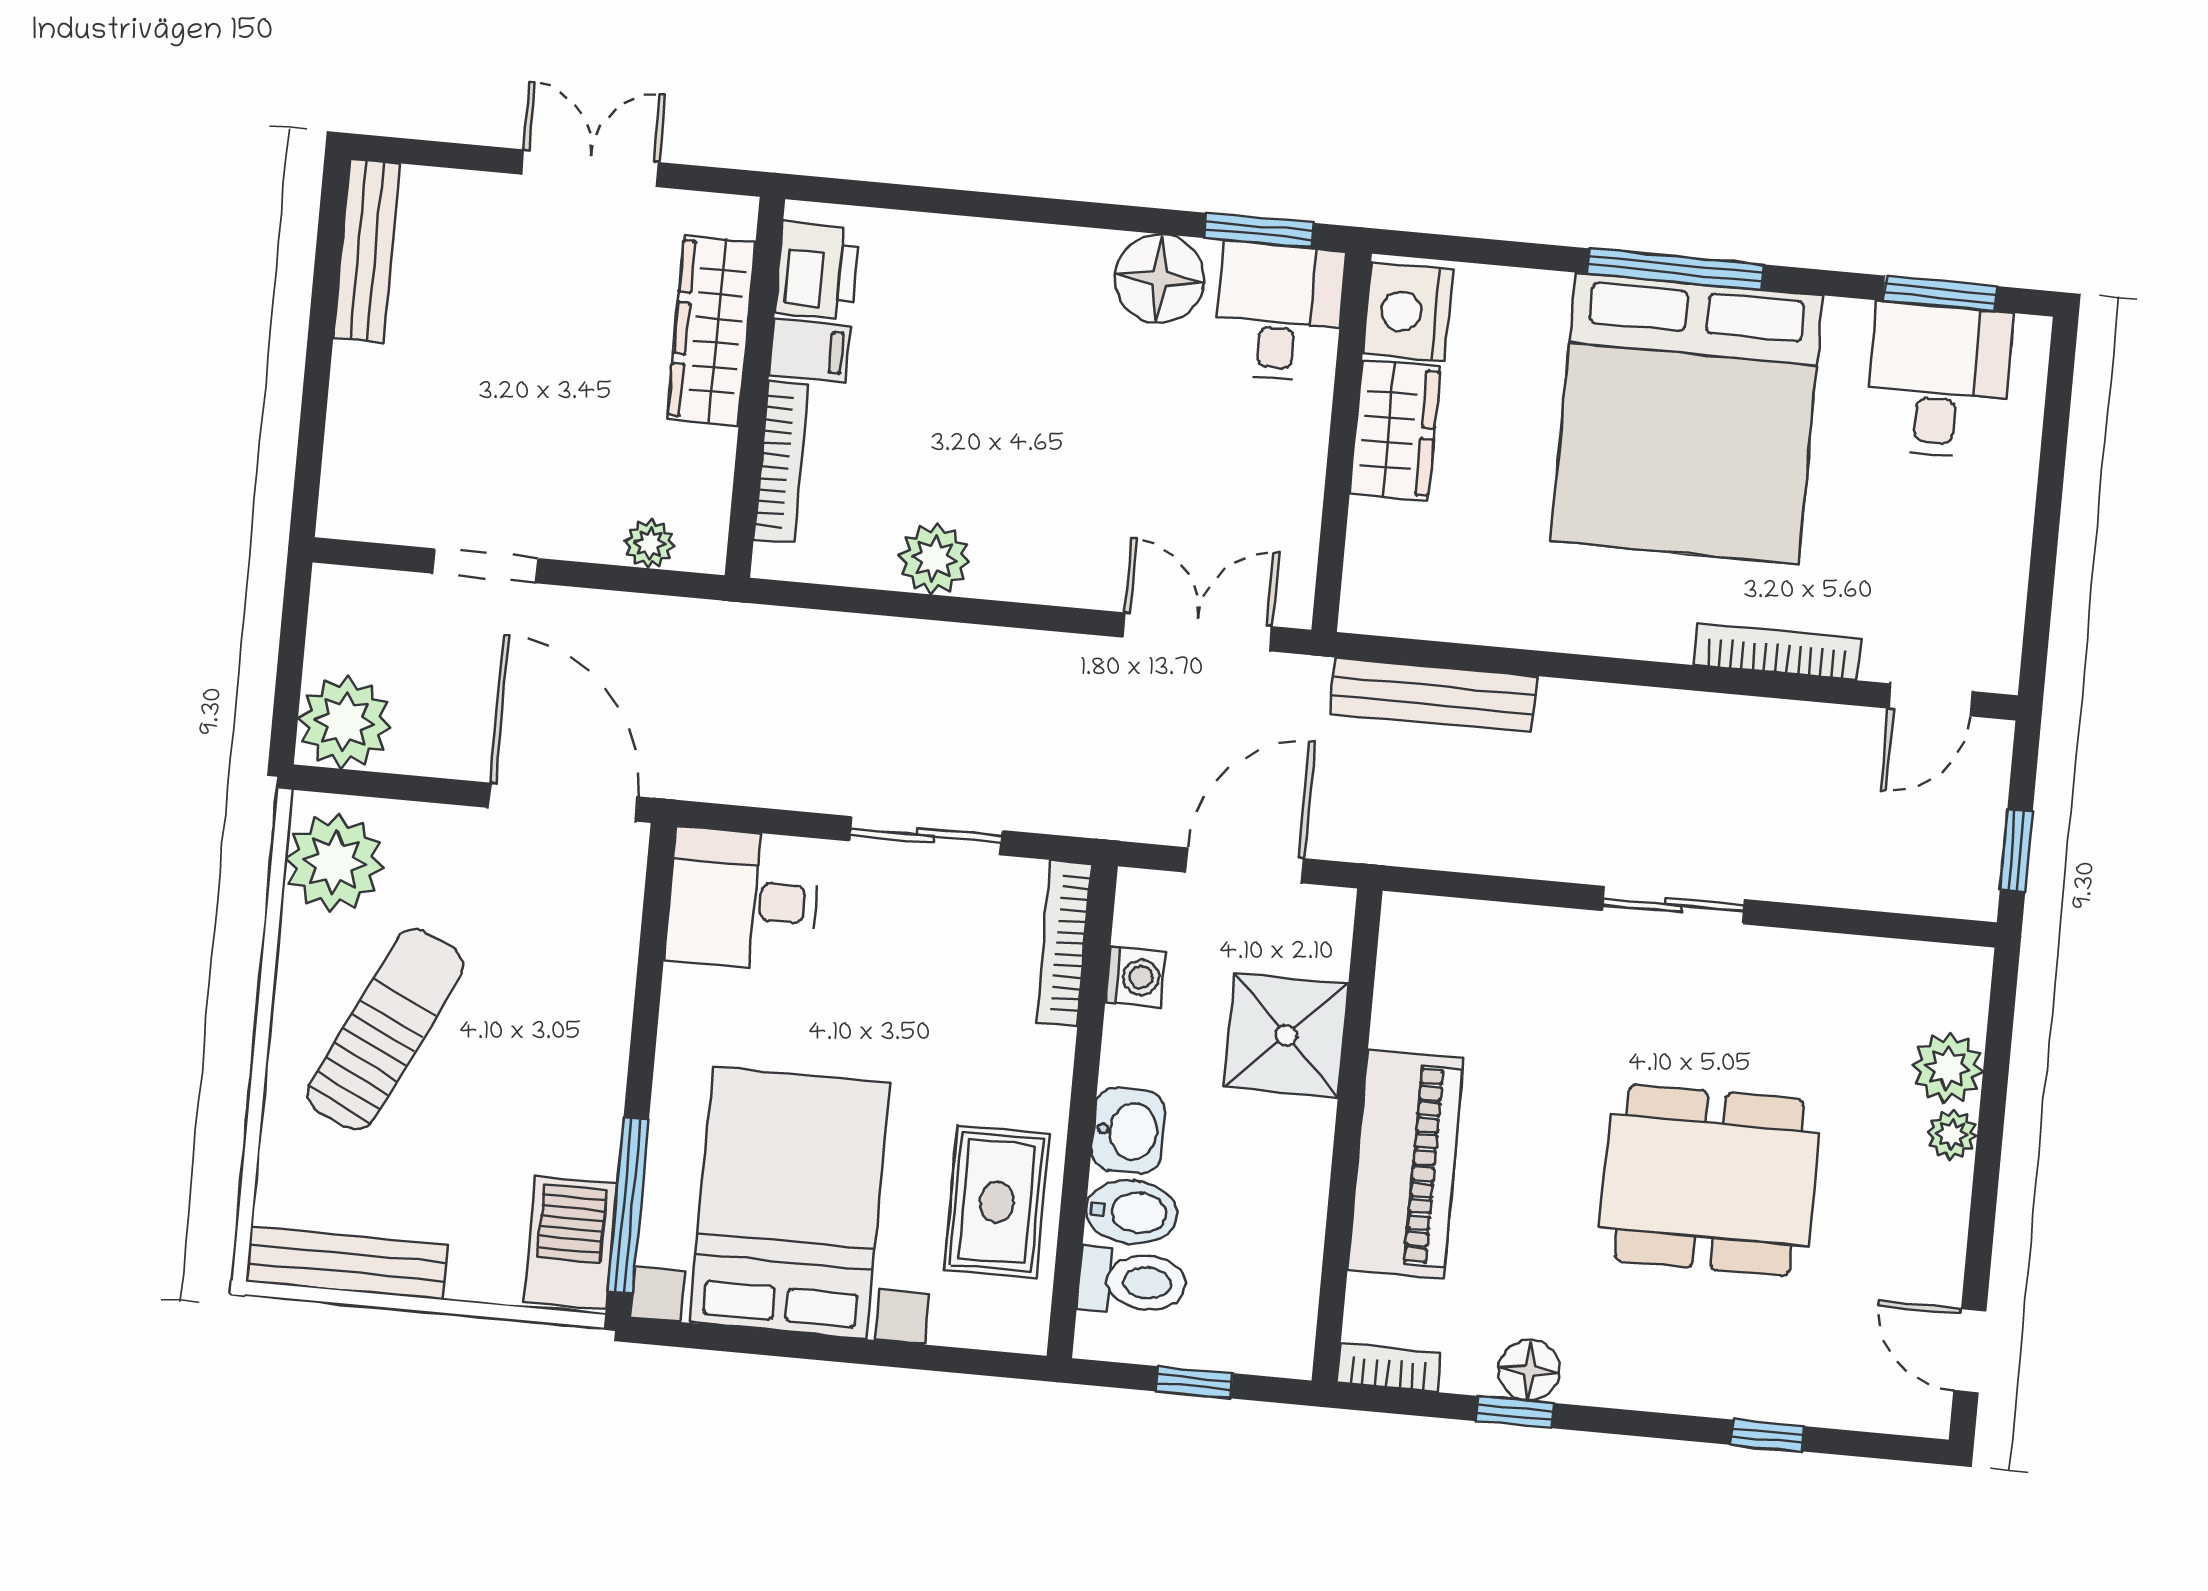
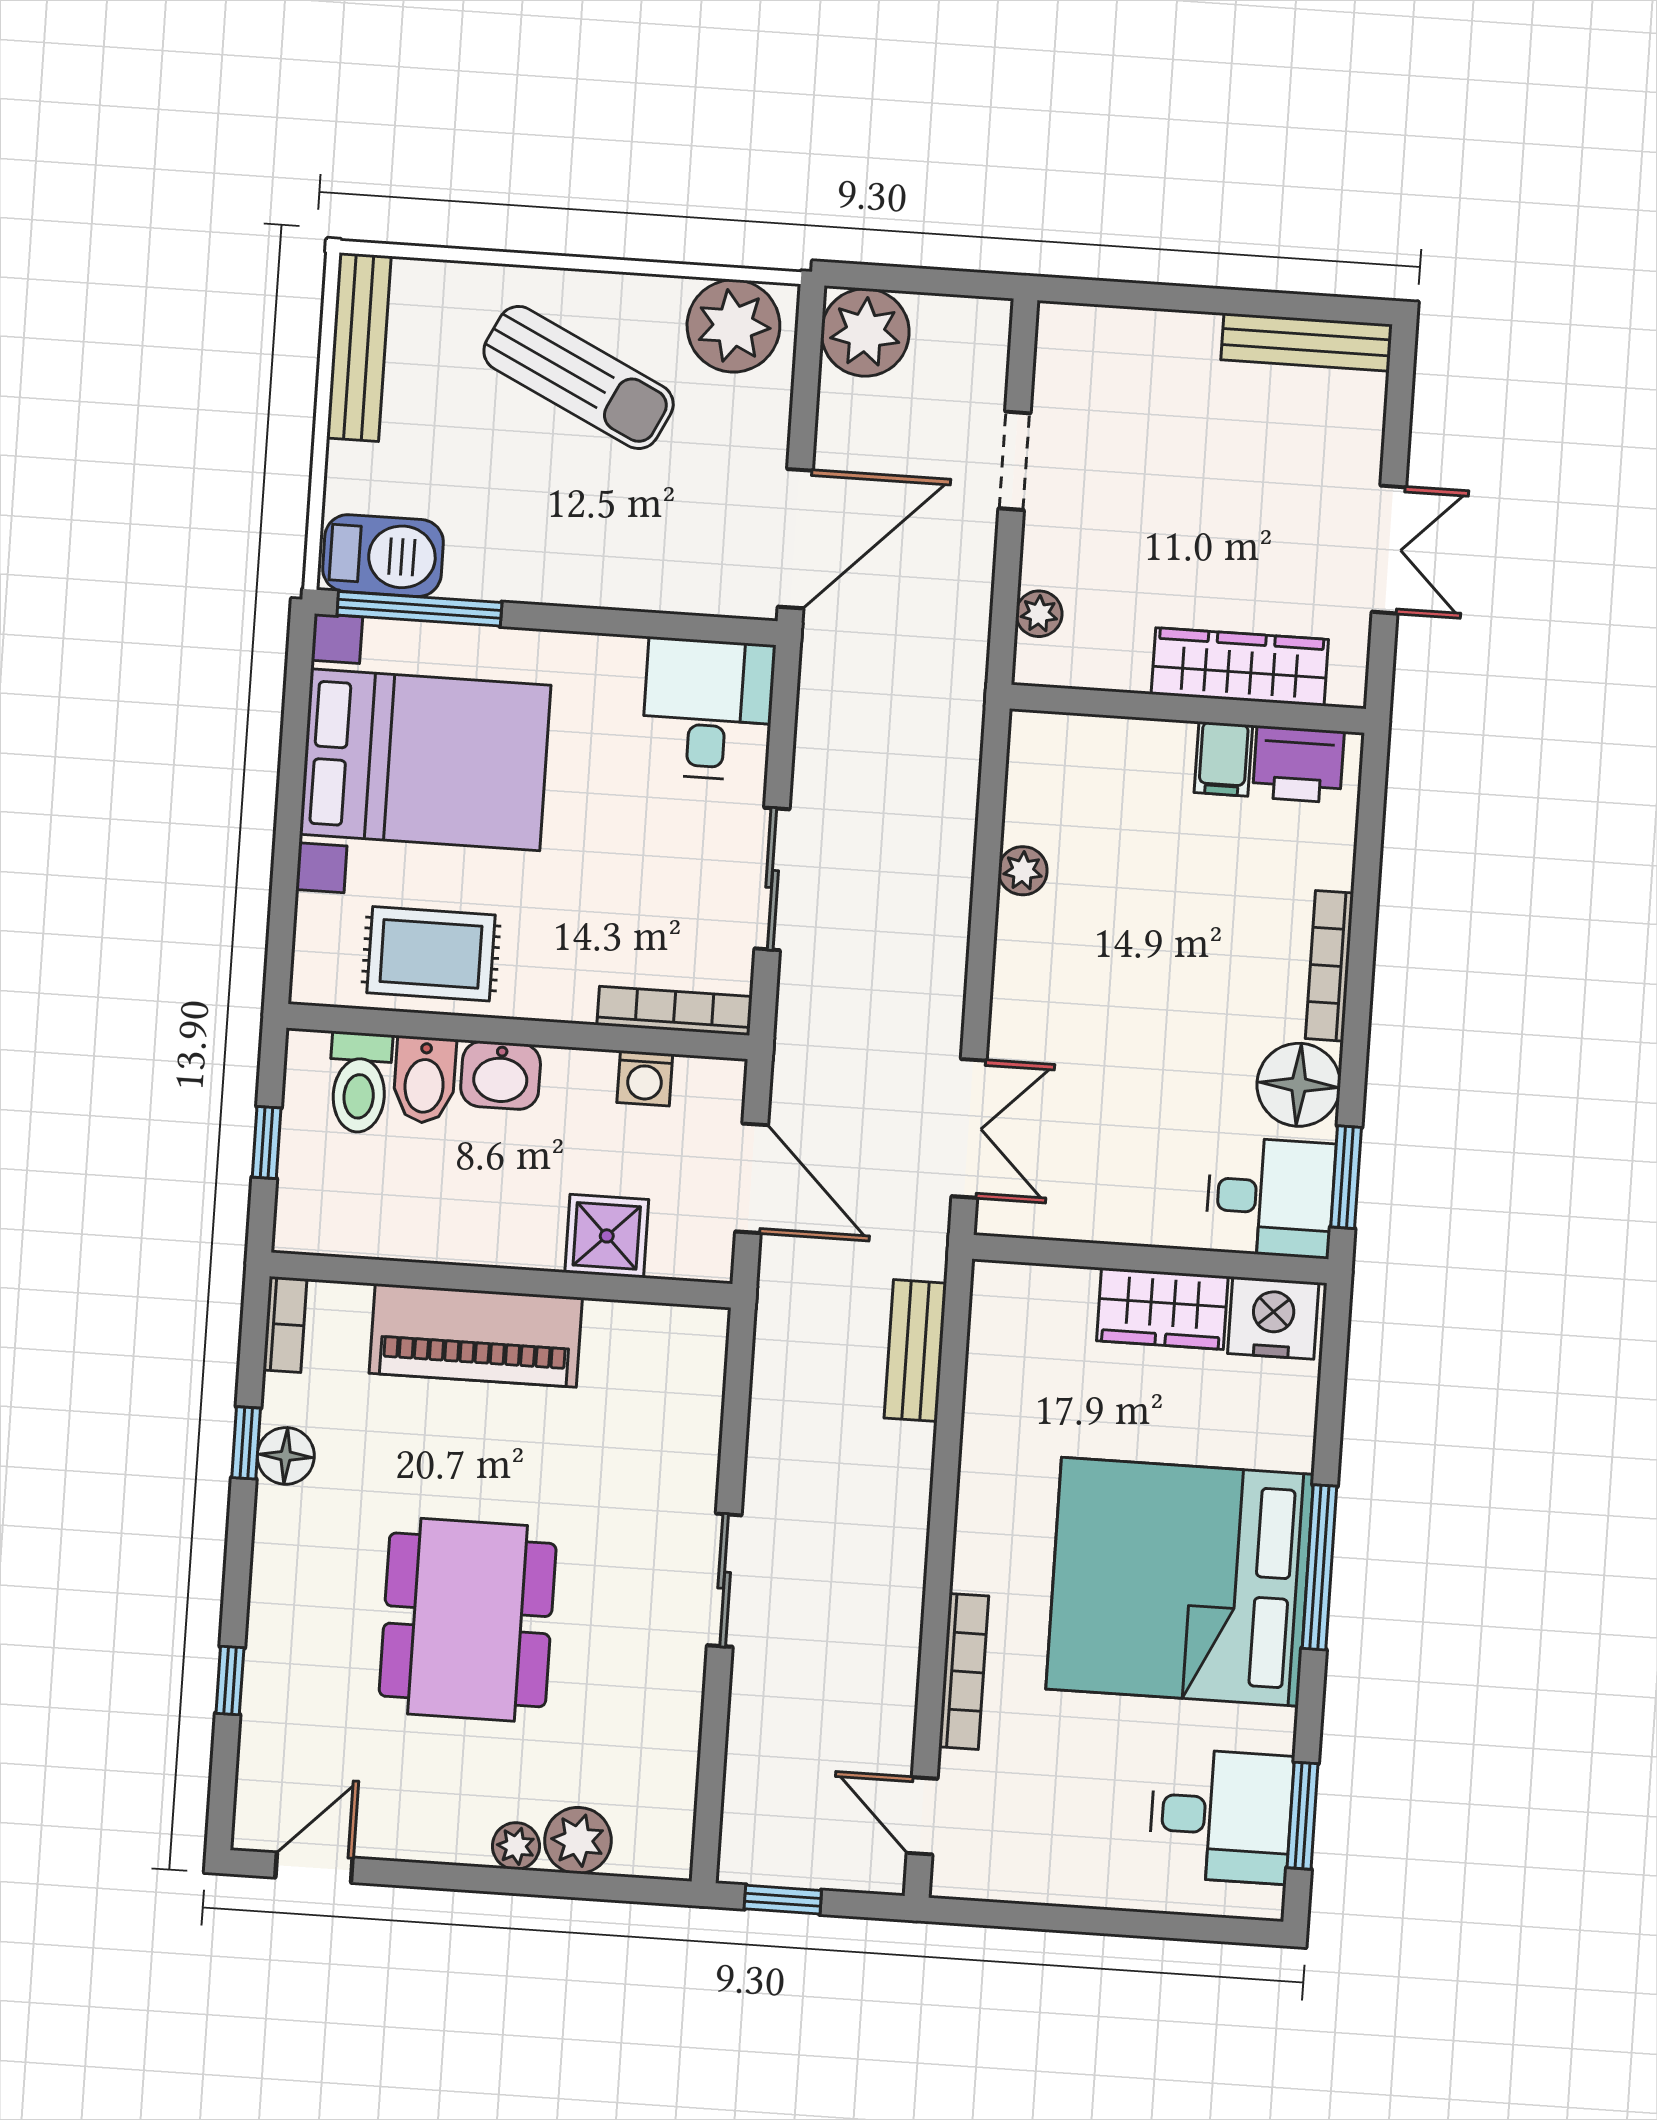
bookcase: (781, 462) -> (1330, 966), moved, turned 90
plant: (934, 559) -> (1023, 871), width x0.73, depth x0.73
bench: (1433, 695) -> (915, 1351), width x0.73
shower: (1286, 1035) -> (607, 1236), width x0.73, depth x0.73

